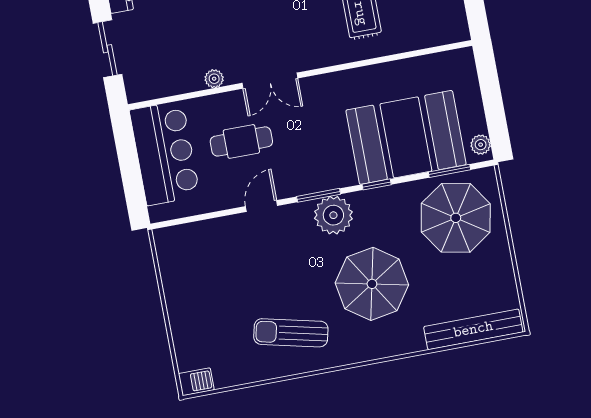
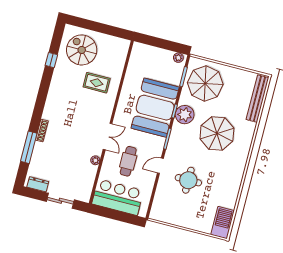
booth: (406, 137) -> (155, 108), moved
door: (262, 206) -> (160, 166), hinge flipped
plant: (333, 215) -> (185, 115), moved
round table: (259, 271) -> (188, 180), added
sun lounger: (291, 333) -> (222, 179), removed
barbecue: (196, 382) -> (223, 223), width x1.88, depth x1.53

